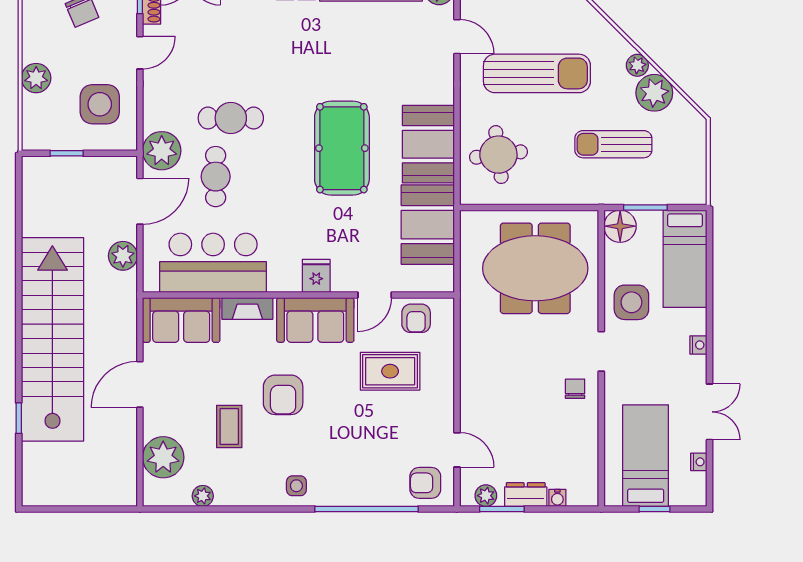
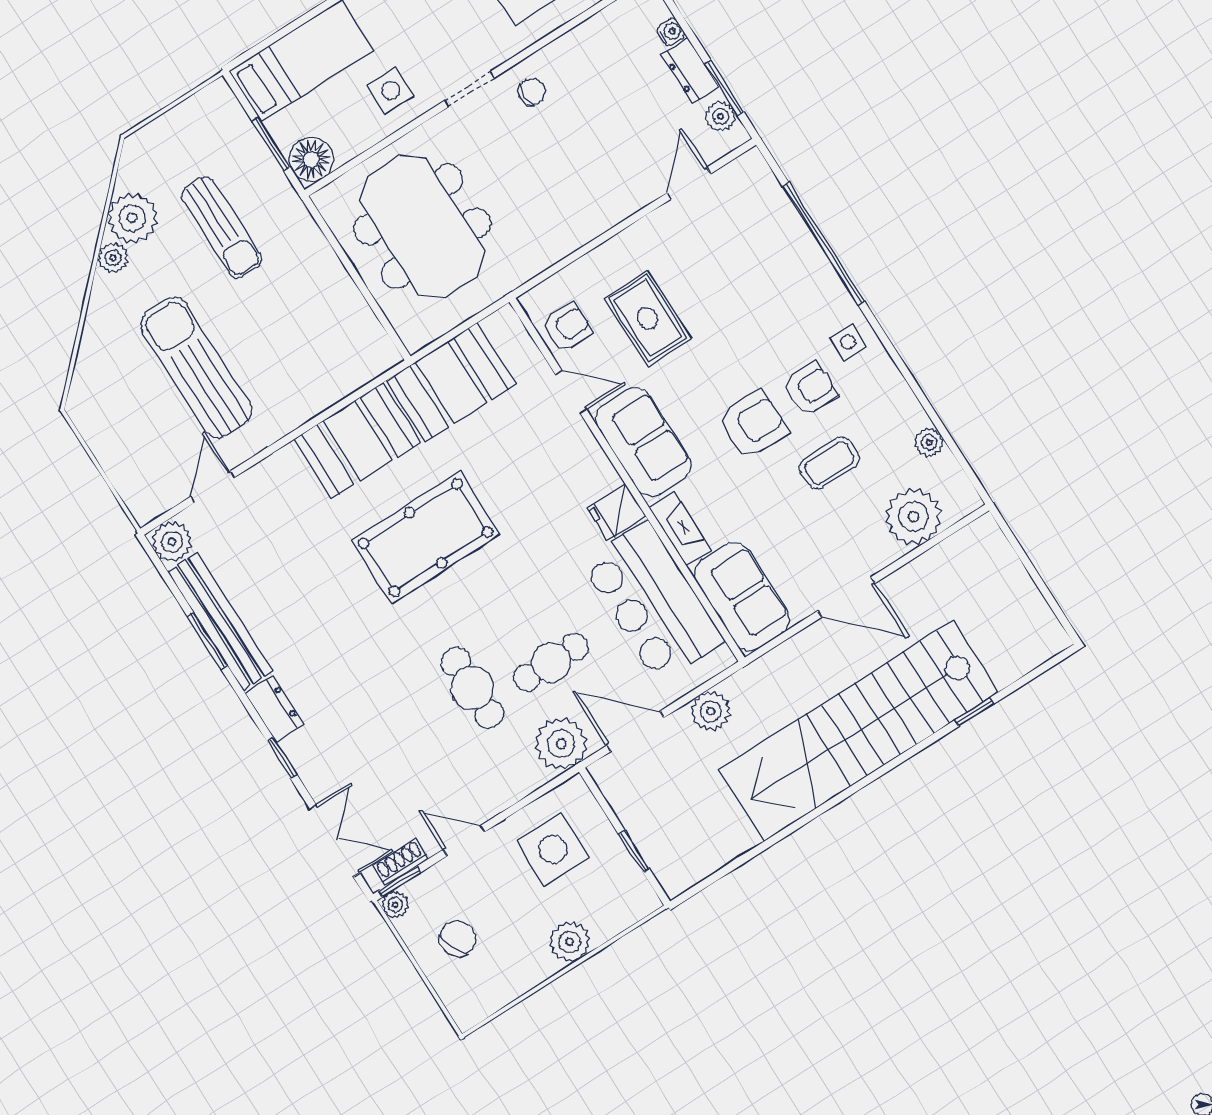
round table: (498, 155) -> (318, 352), removed
fridge: (316, 276) -> (617, 512), moved
side table: (631, 302) -> (391, 90), width x0.73, depth x0.73
chair: (575, 389) -> (532, 92), turned 180
armchair: (425, 483) -> (810, 389), moved, turned -90

